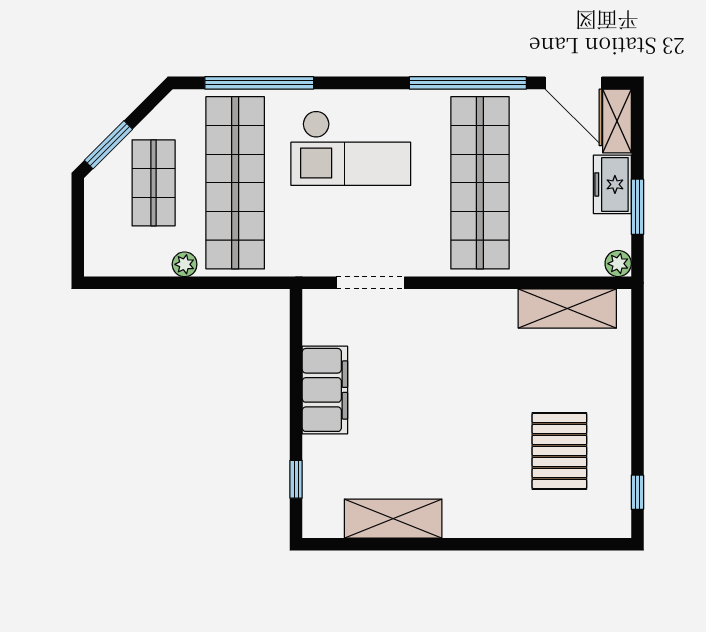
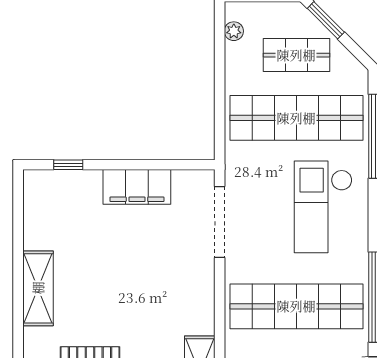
plant: (185, 264) -> (234, 31), moved
doorway: (370, 283) -> (220, 222), width x1.36
shelving: (393, 519) -> (38, 288), moved

